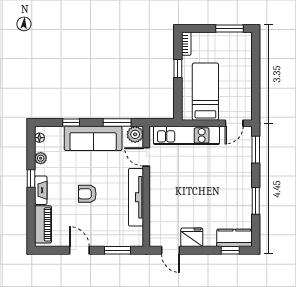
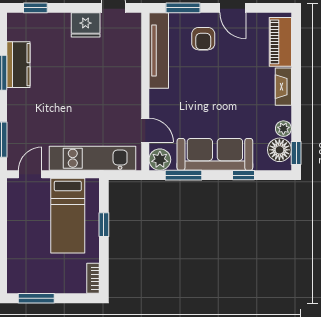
window: (178, 68) -> (104, 225), moved
floor lamp: (39, 138) -> (279, 150), width x1.89, depth x1.89
window: (31, 178) -> (296, 153), moved
armchair: (87, 194) -> (203, 39), moved, turned 90
tv unit: (136, 197) -> (159, 51), moved
kitchen counter: (234, 238) -> (18, 65), moved, turned -90

